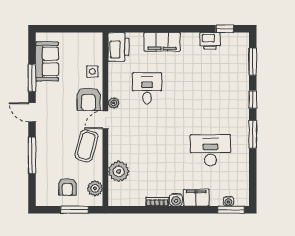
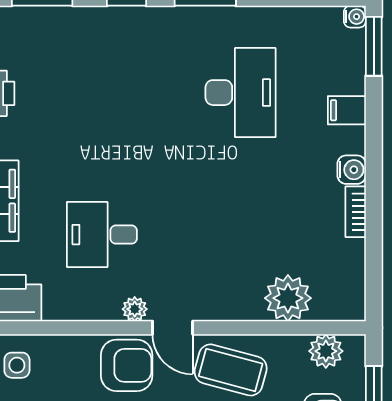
side table: (92, 72) -> (17, 365), moved
desk: (210, 150) -> (241, 93), turned 180
filing cabinet: (196, 198) -> (347, 110), width x0.50
water cooler: (228, 201) -> (355, 17), moved

